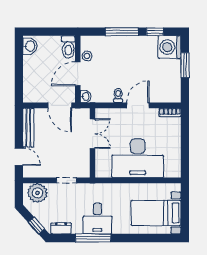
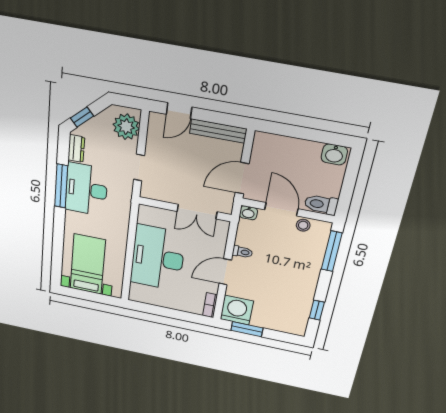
window: (122, 32) -> (332, 251), moved
washing machine: (170, 47) -> (237, 310), moved
window: (185, 65) -> (247, 329), moved
door: (138, 105) -> (225, 272), swing flipped
desk: (97, 218) -> (86, 189), width x1.37

